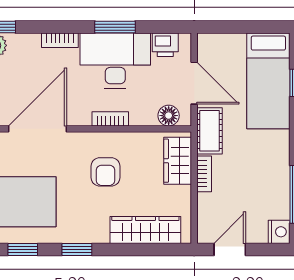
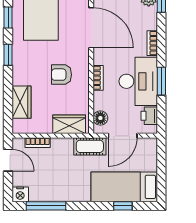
bookcase: (204, 174) -> (38, 143), moved
wardrobe: (145, 230) -> (21, 102), width x0.67

